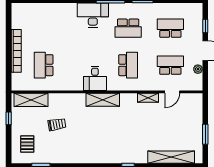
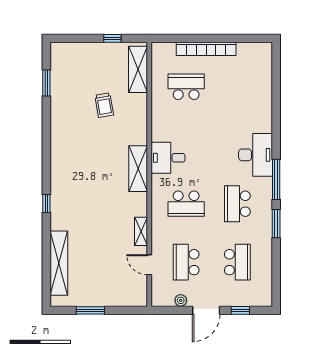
school desk: (170, 65) -> (186, 262), turned 180
pallet: (27, 144) -> (77, 64), removed

